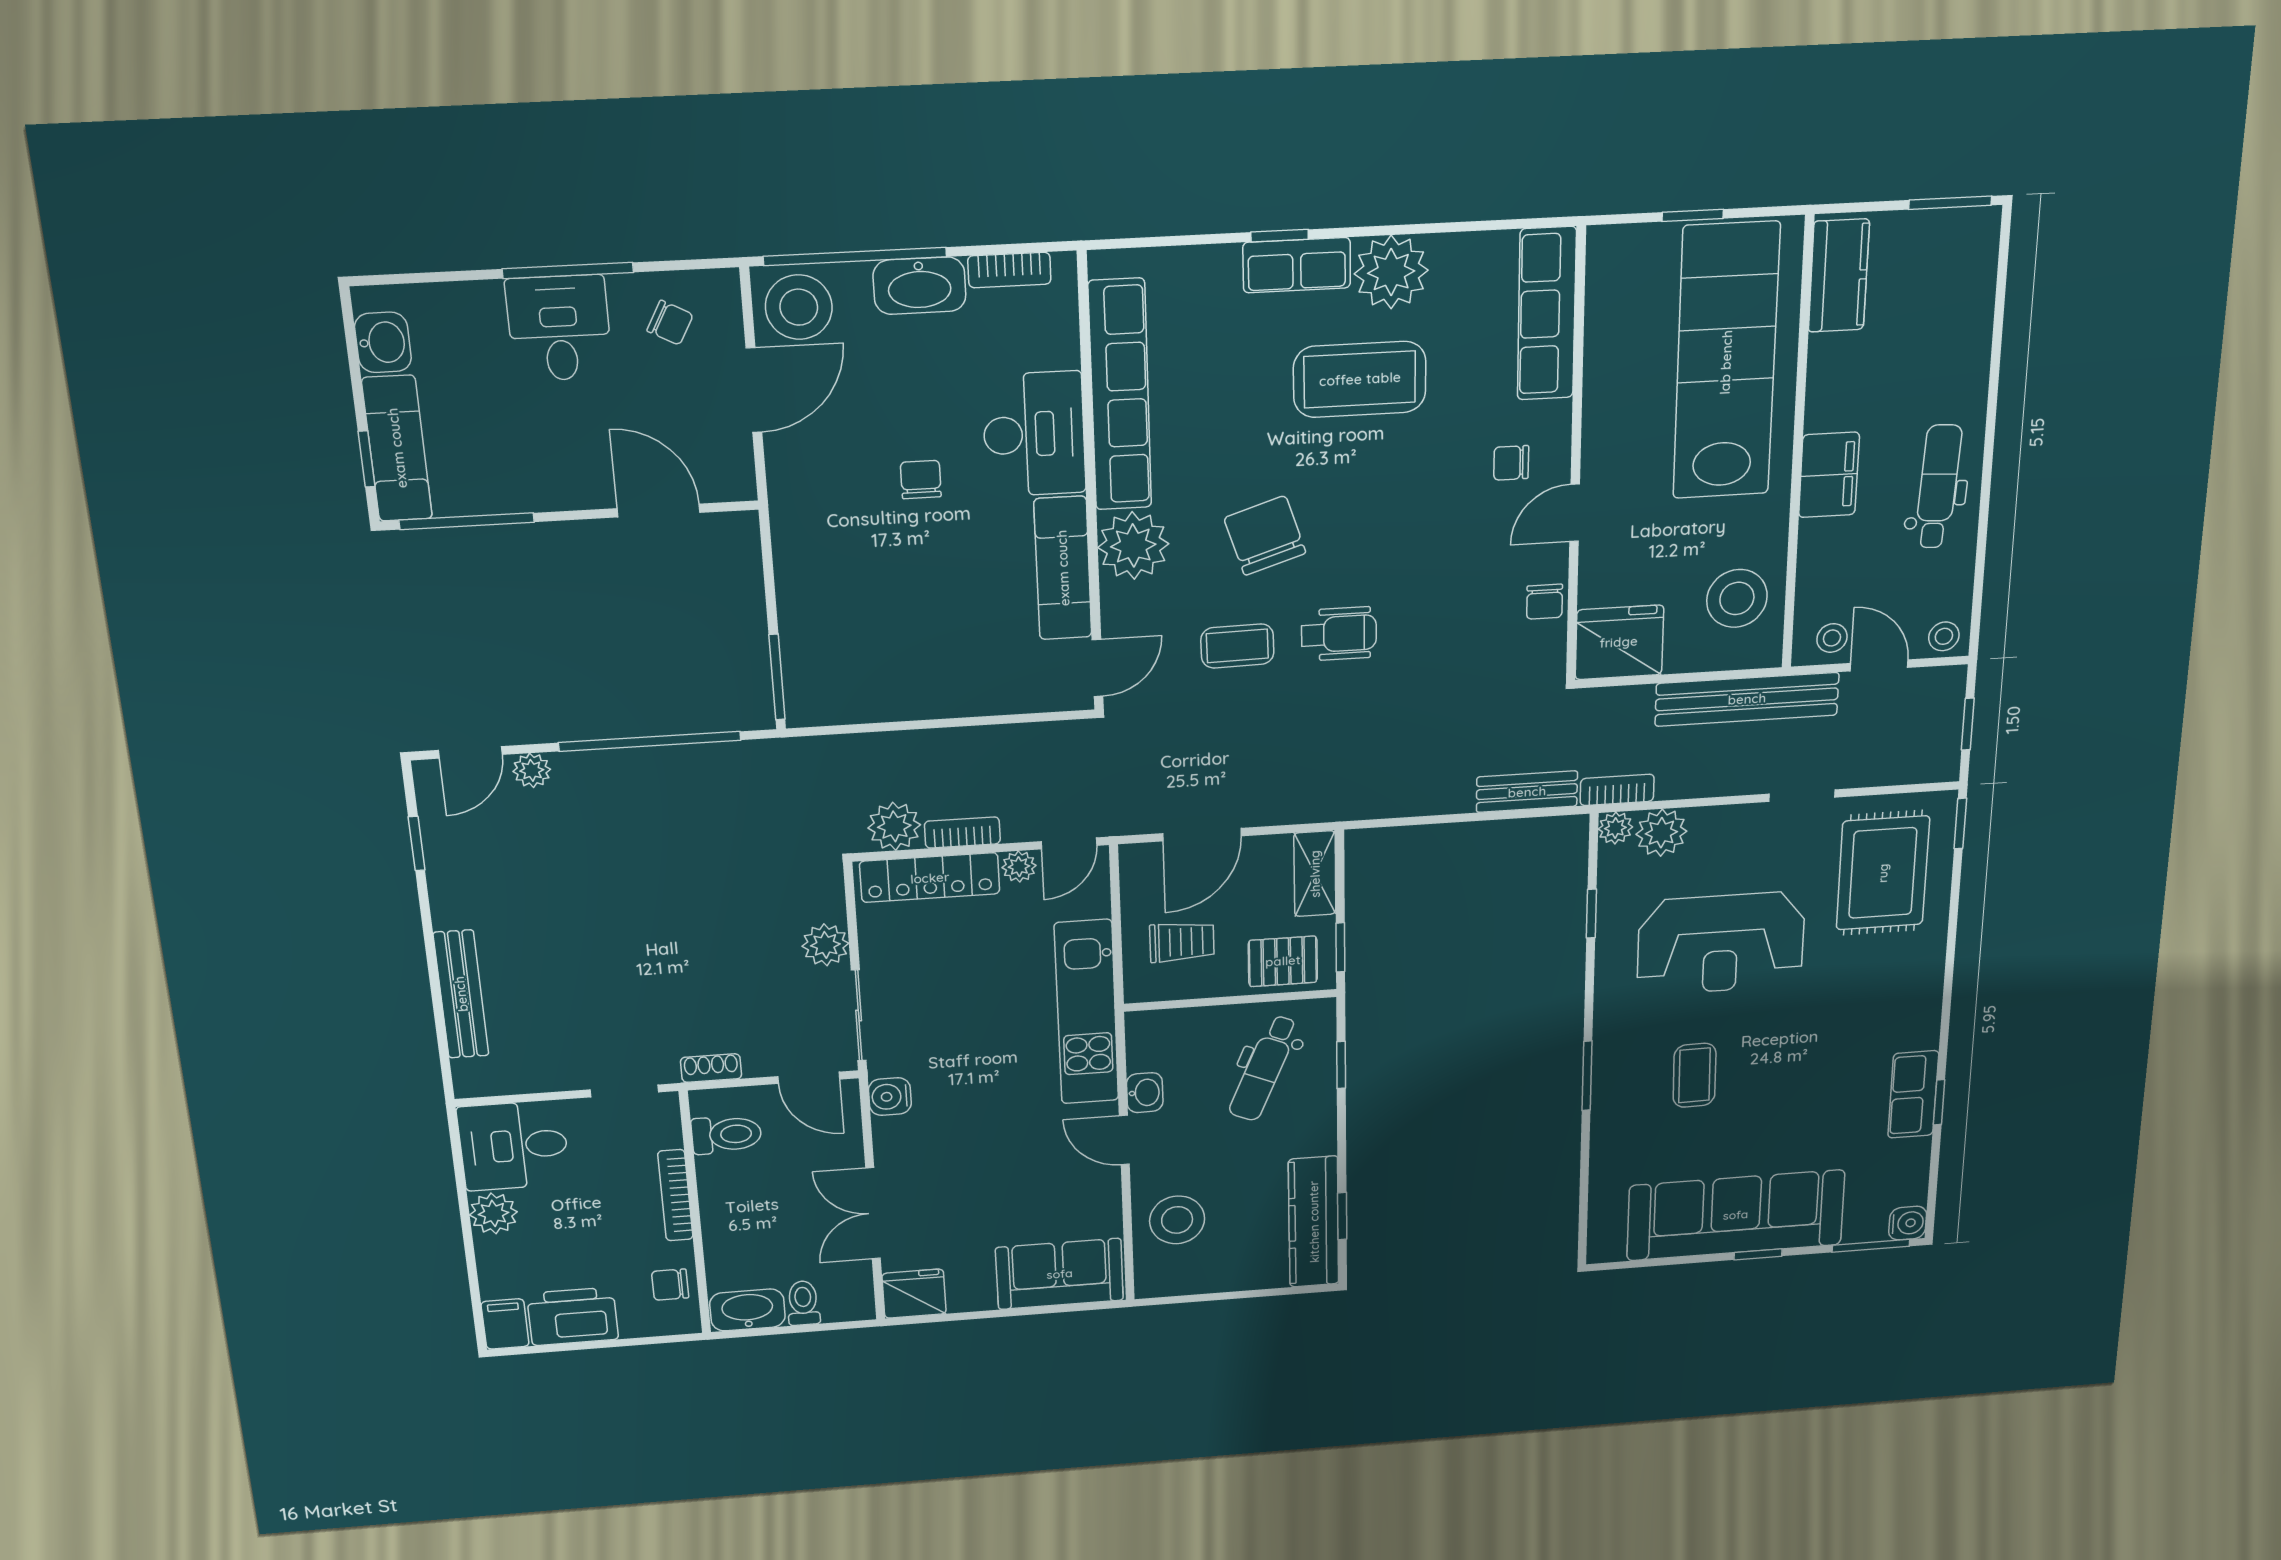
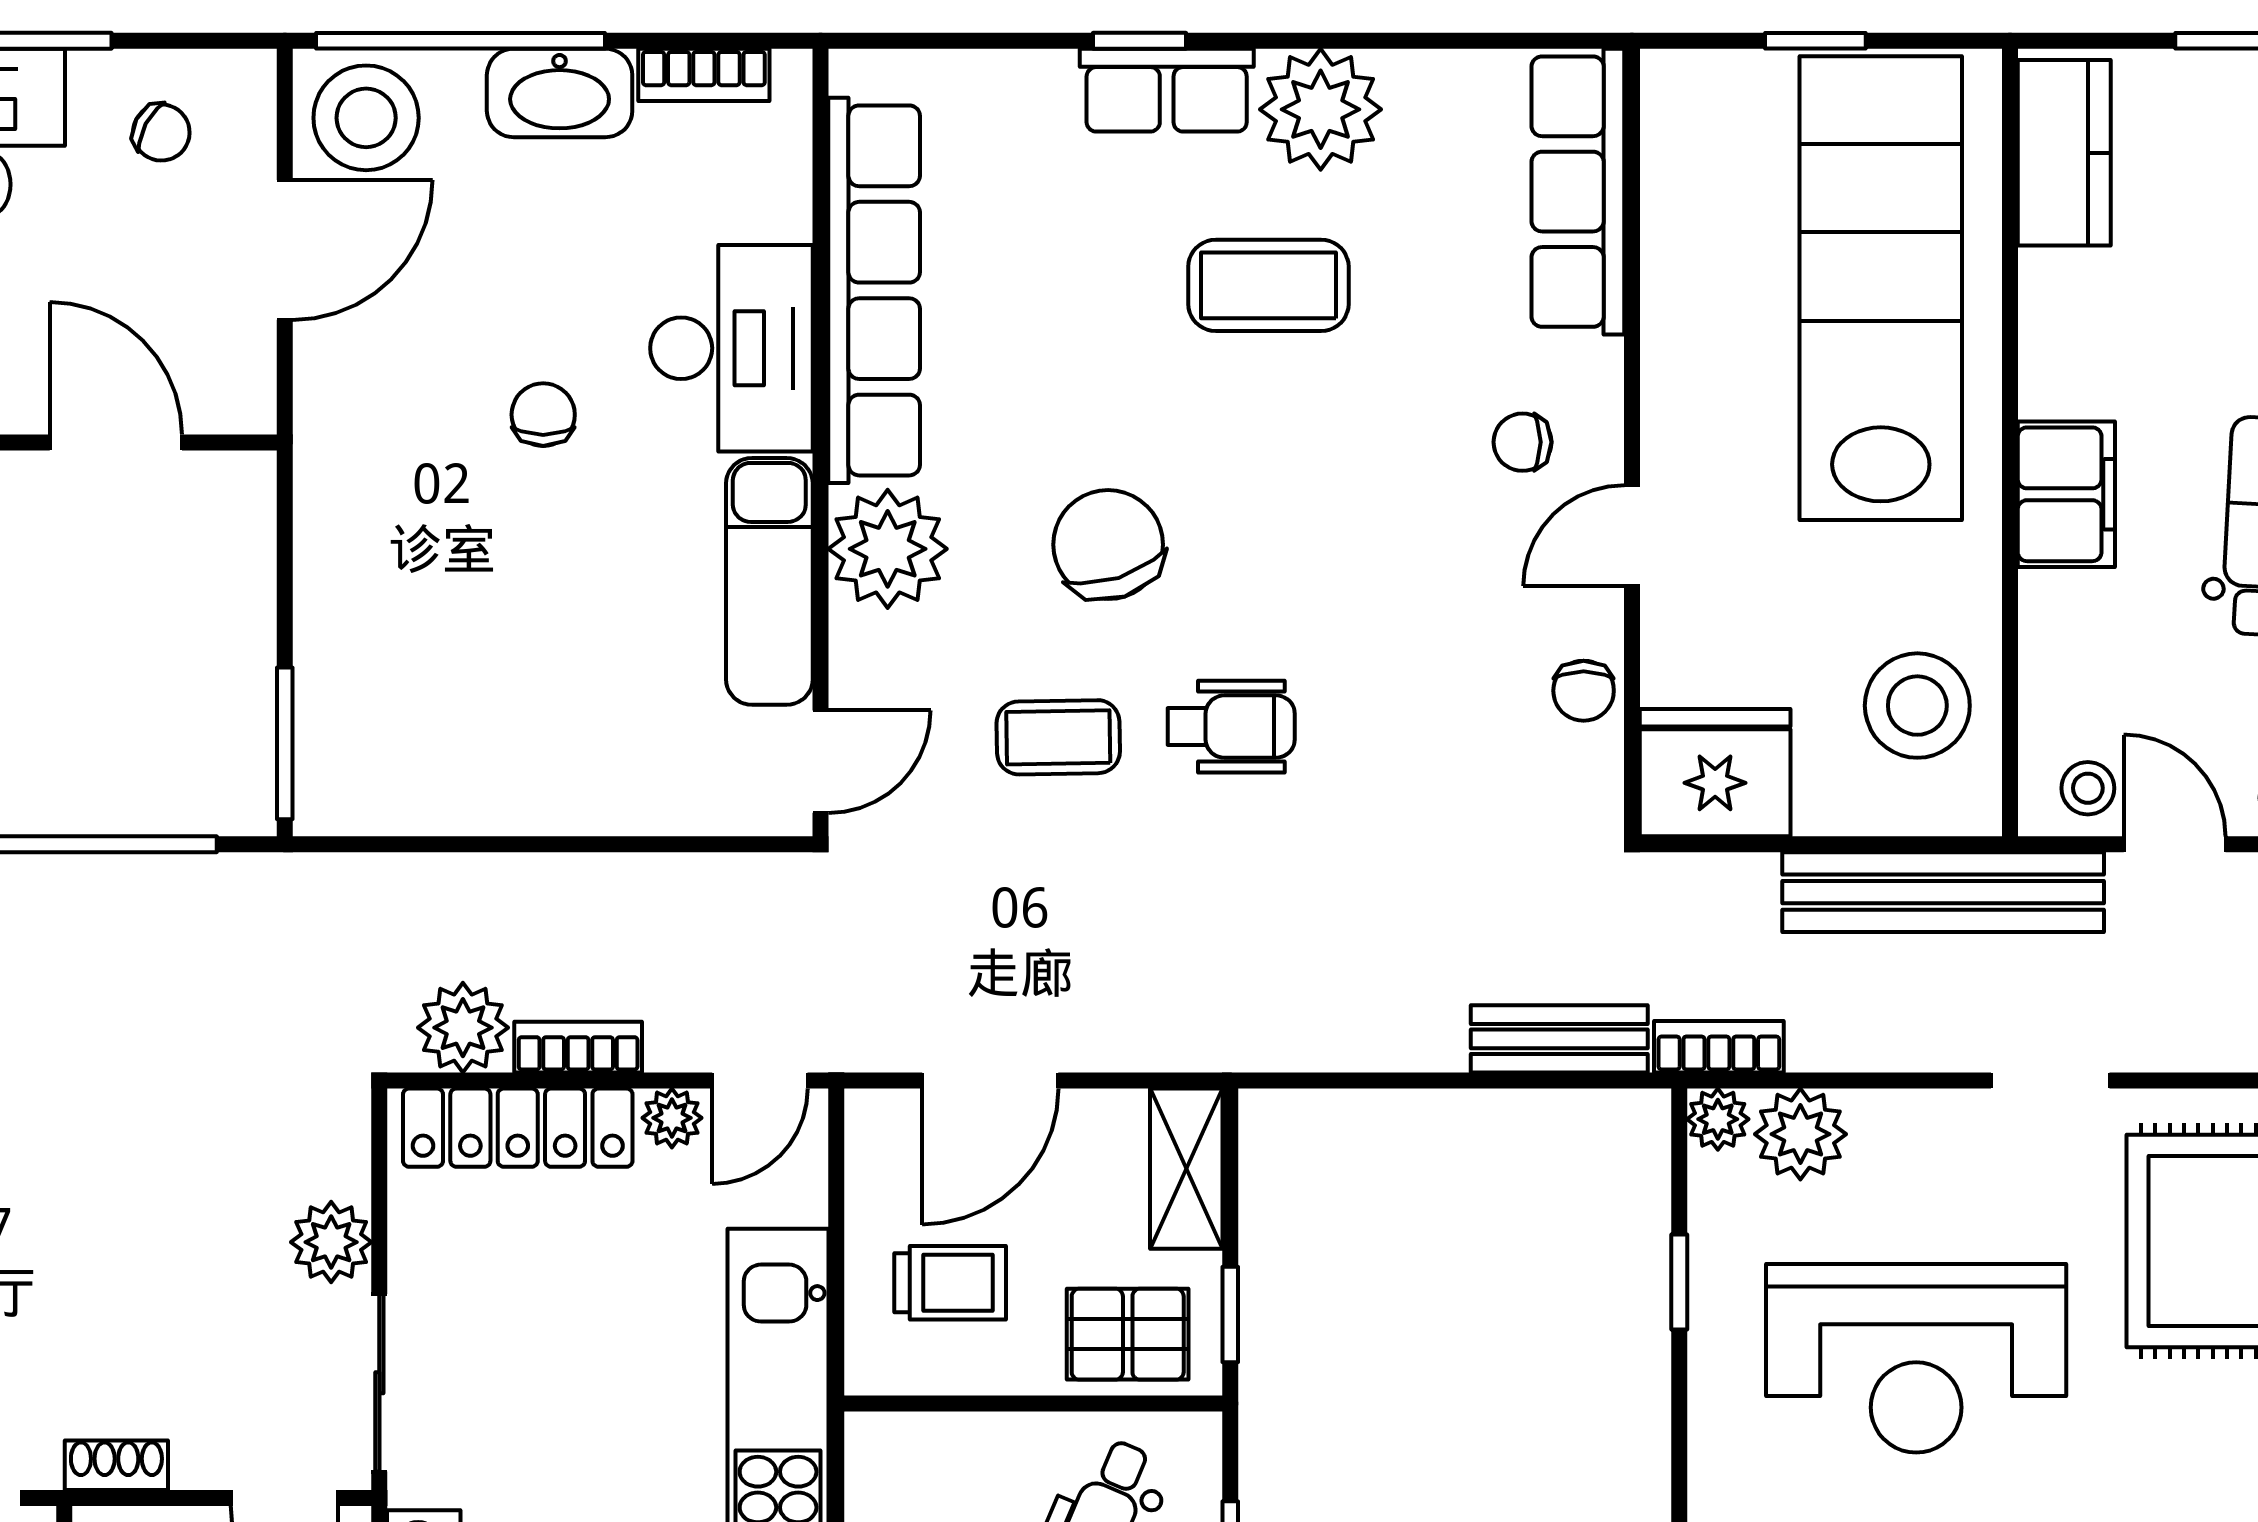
coffee table: (1360, 379) -> (1268, 285), width x0.73, depth x0.76

